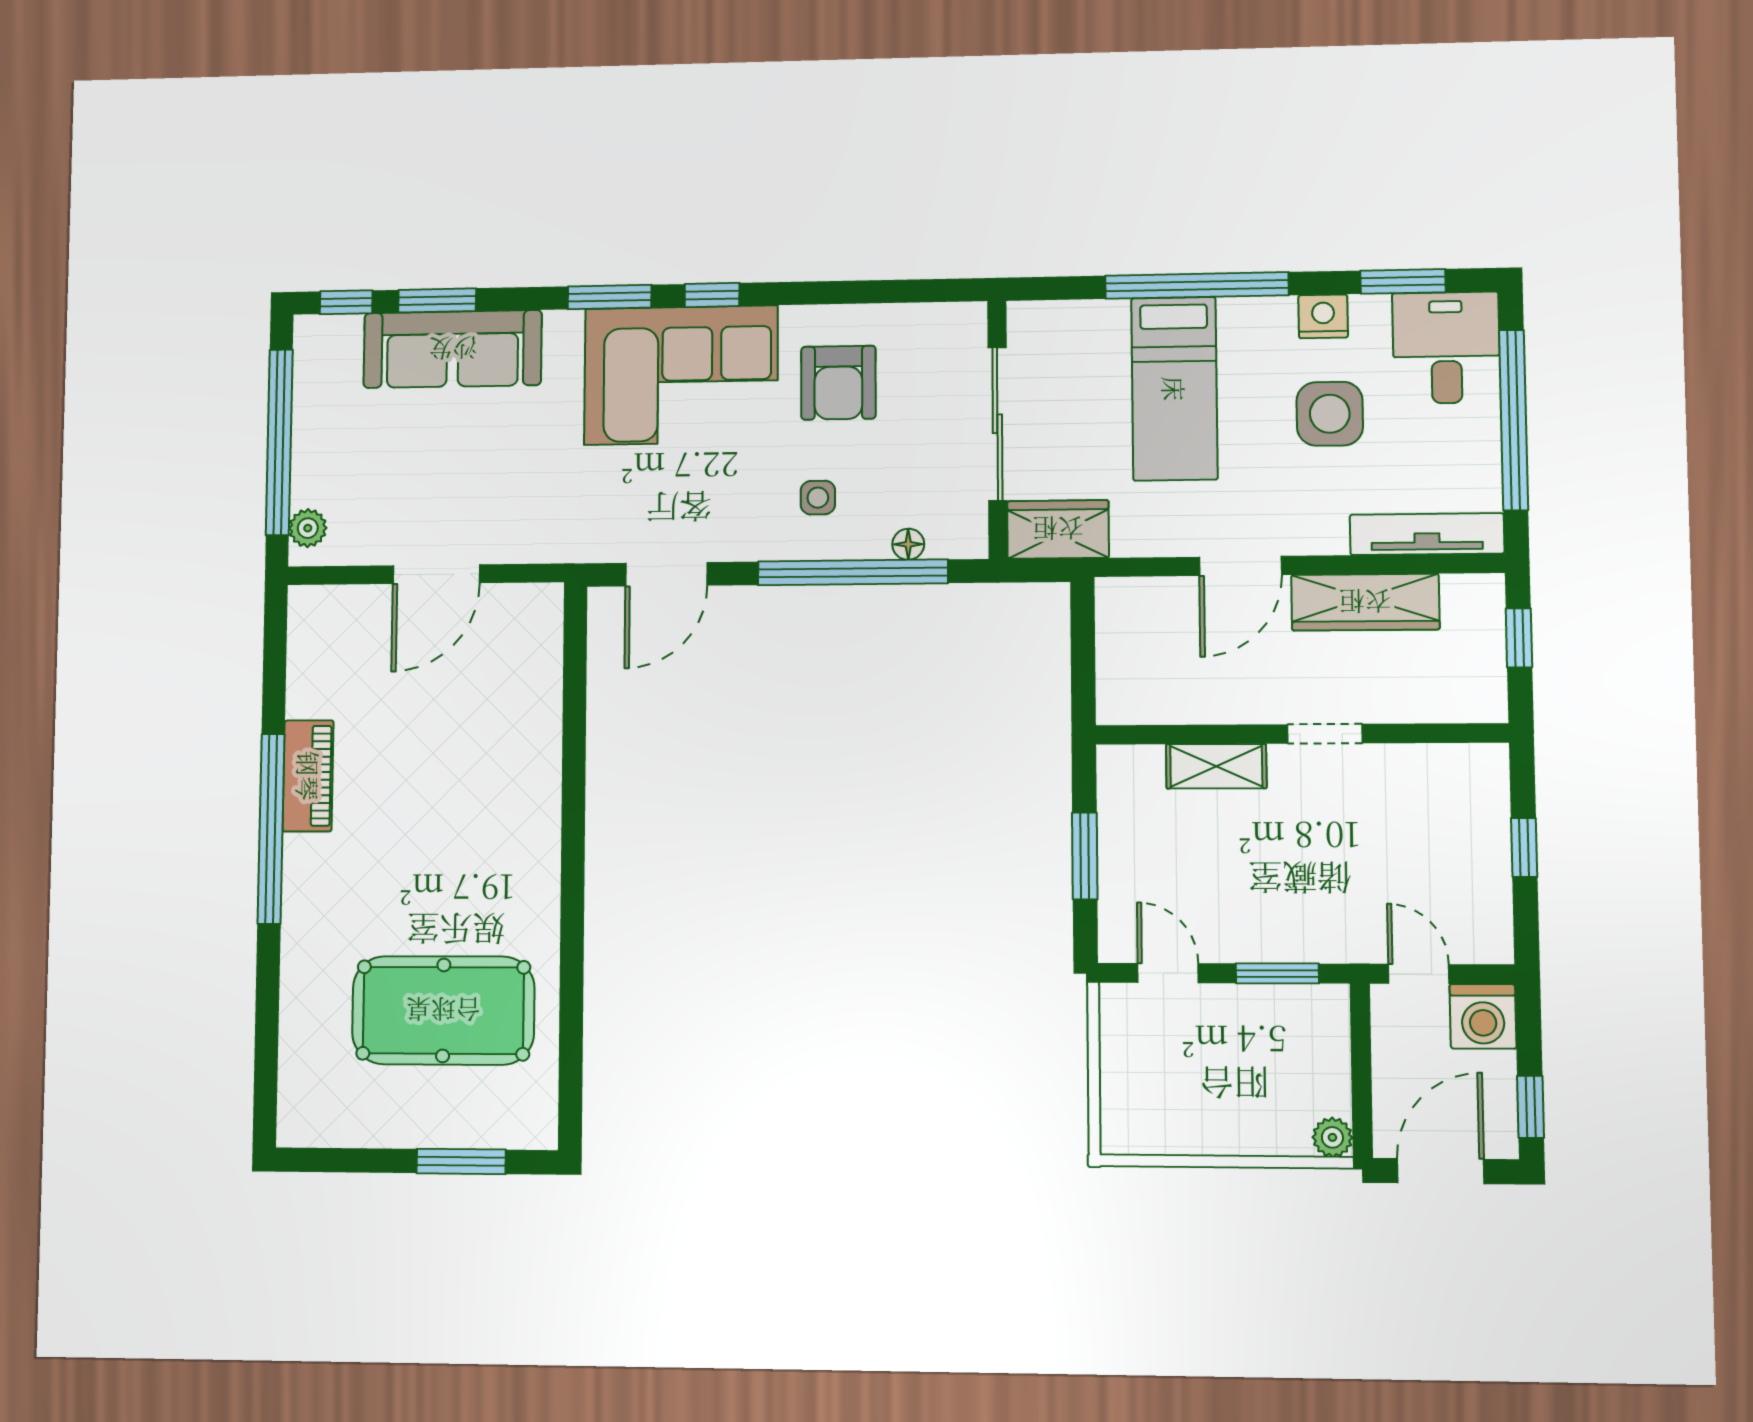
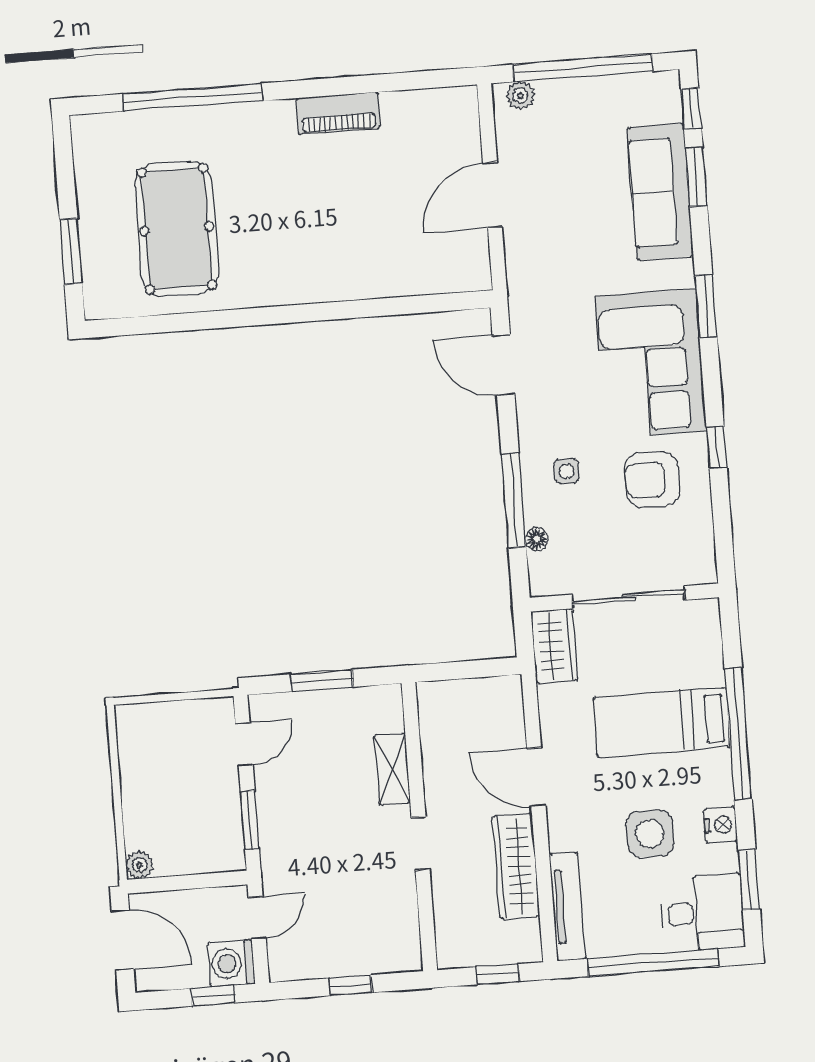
window: (712, 295) -> (717, 447), moved
window: (853, 572) -> (514, 501), width x0.68
door: (436, 574) -> (492, 195), hinge flipped
window: (271, 829) -> (193, 97), moved
window: (1531, 1107) -> (213, 996), moved

